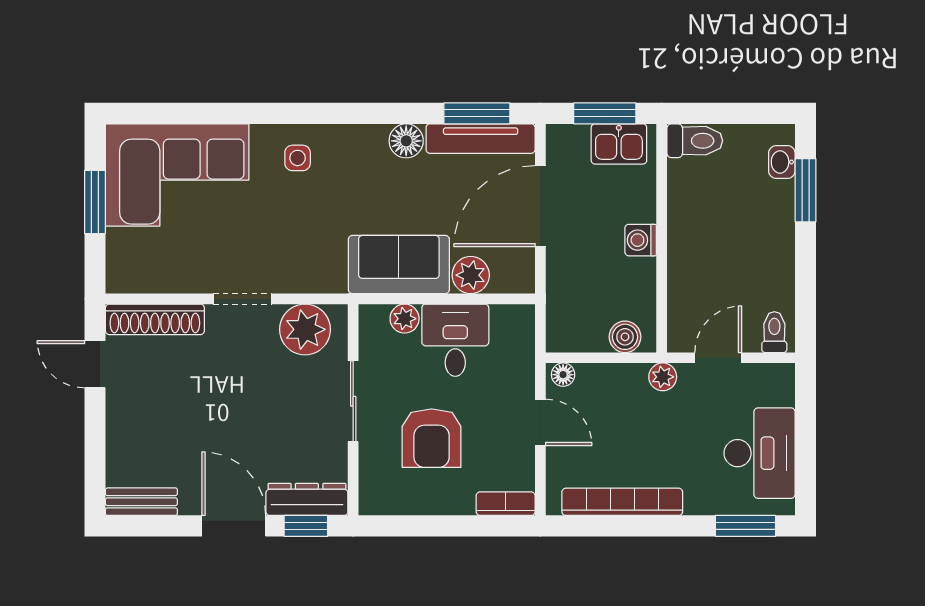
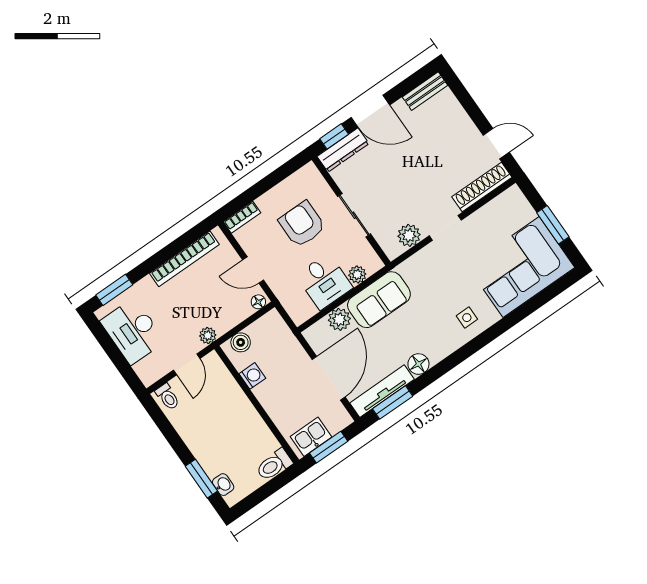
washing machine: (641, 240) -> (252, 376), moved
plant: (305, 329) -> (409, 235), width x0.73, depth x0.73

